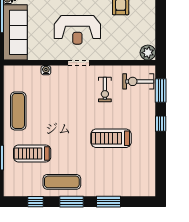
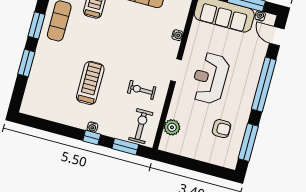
plant: (148, 53) -> (172, 127), moved
water cooler: (151, 125) -> (92, 127), added

